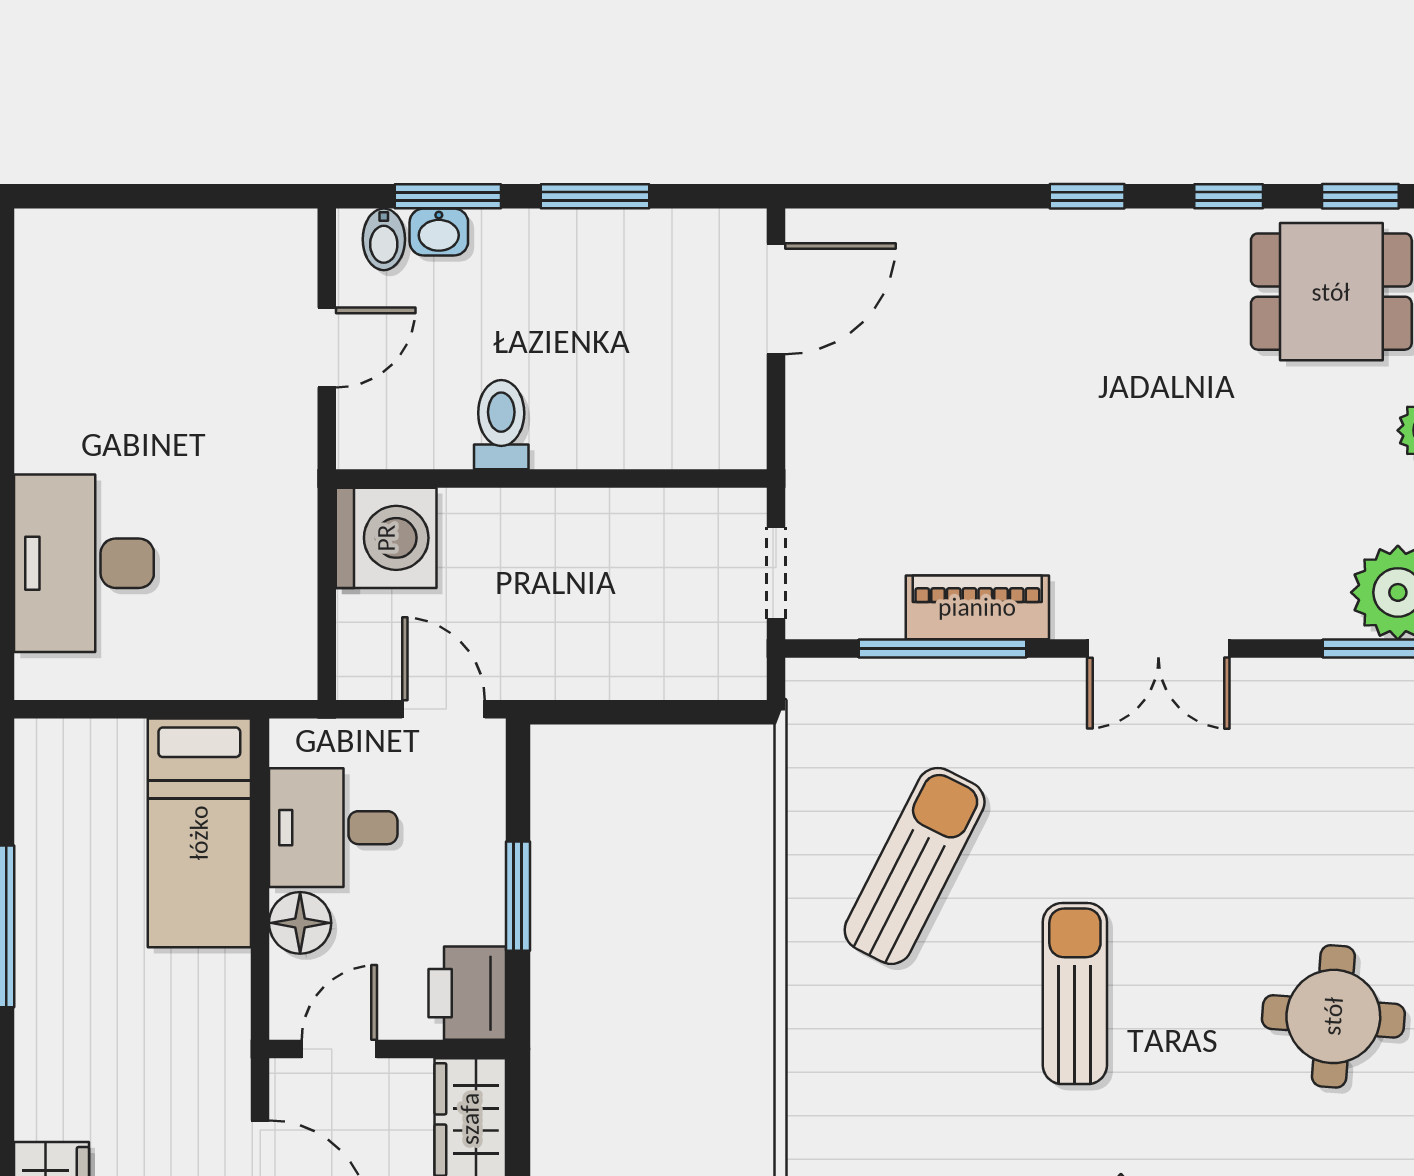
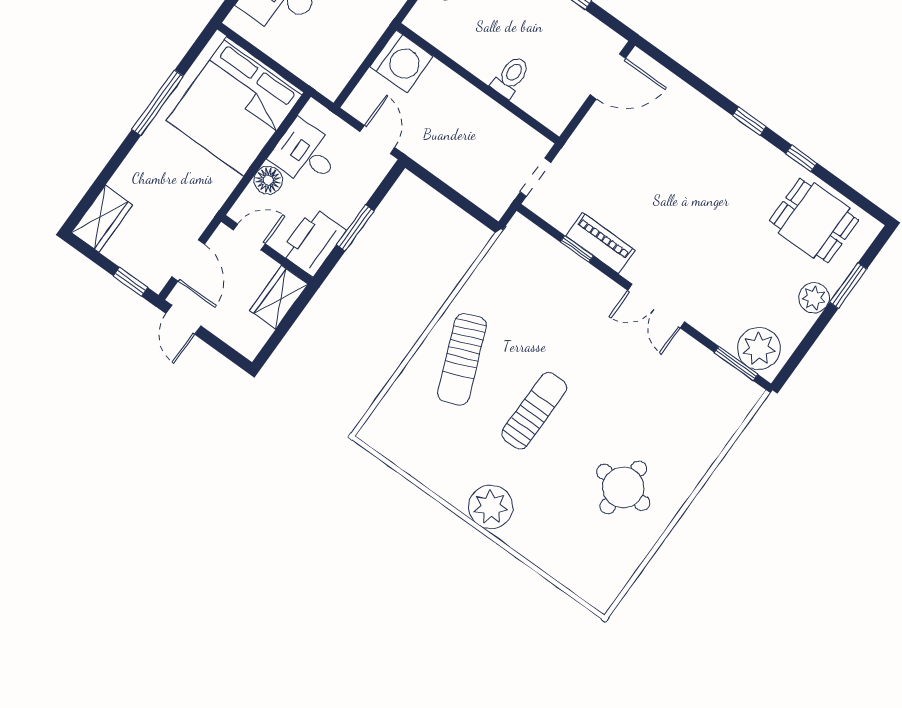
window: (1360, 196) -> (850, 193), removed
toilet: (501, 425) -> (511, 77), moved
window: (943, 648) -> (577, 249), width x0.46
bed: (199, 833) -> (235, 106), width x2.04
sun lounger: (915, 866) -> (462, 359), moved, turned 131
printer: (467, 993) -> (313, 242), width x1.37, depth x1.19

